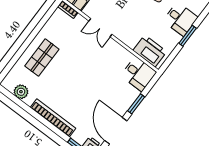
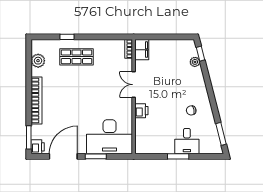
printer: (150, 51) -> (141, 111), moved, width x0.53, depth x0.68
window: (19, 53) -> (67, 37), added
desk: (138, 74) -> (110, 137), width x1.87, depth x1.30

